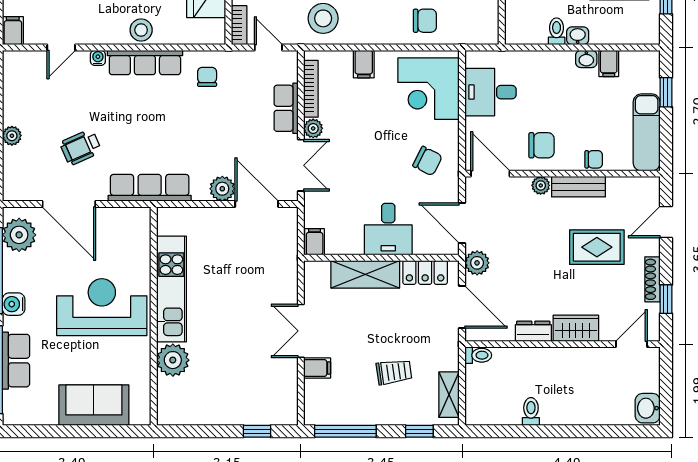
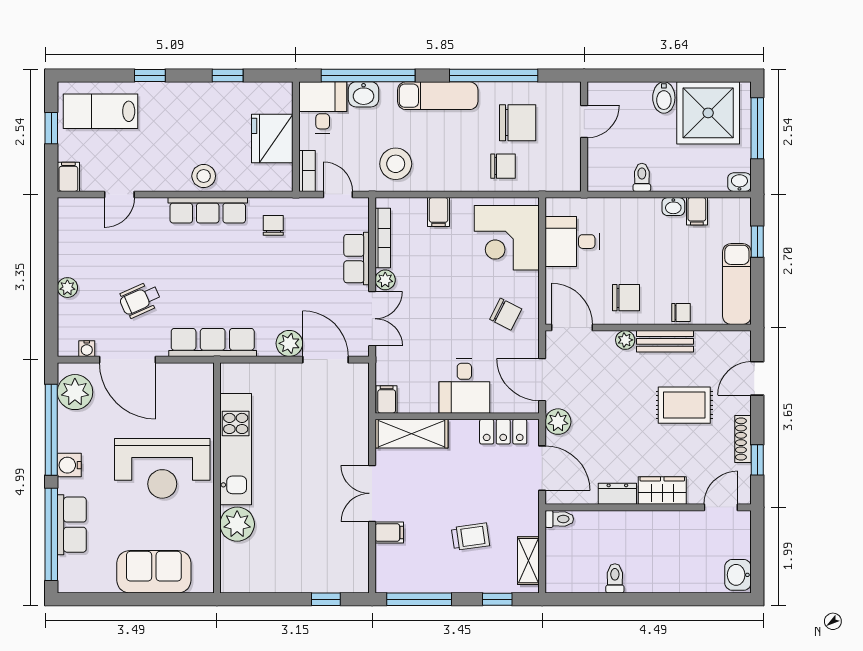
washbasin: (578, 36) -> (739, 182), moved
water cooler: (98, 58) -> (87, 349), moved, turned 180
shelving: (365, 274) -> (411, 434), moved
reception desk: (102, 307) -> (162, 468), turned 180

